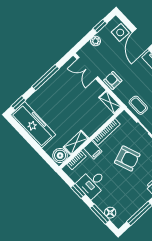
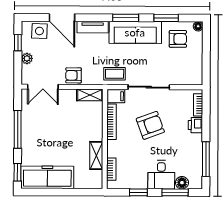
filing cabinet: (93, 150) -> (116, 96), moved
boiler: (60, 155) -> (94, 179), removed
desk: (92, 183) -> (161, 175), moved

